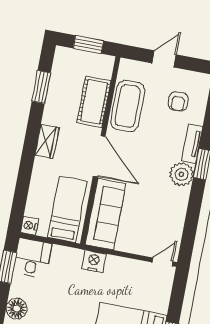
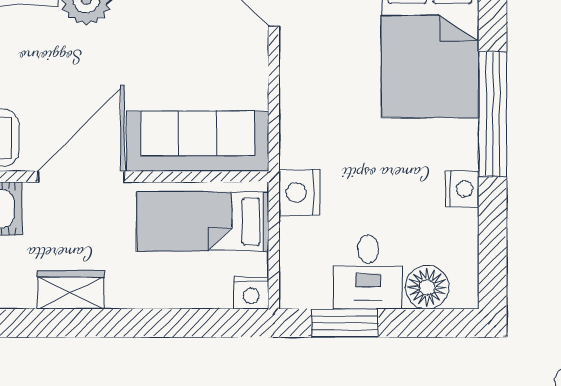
desk: (32, 258) -> (368, 272), moved, turned -90
nightstand: (94, 261) -> (299, 192), moved

